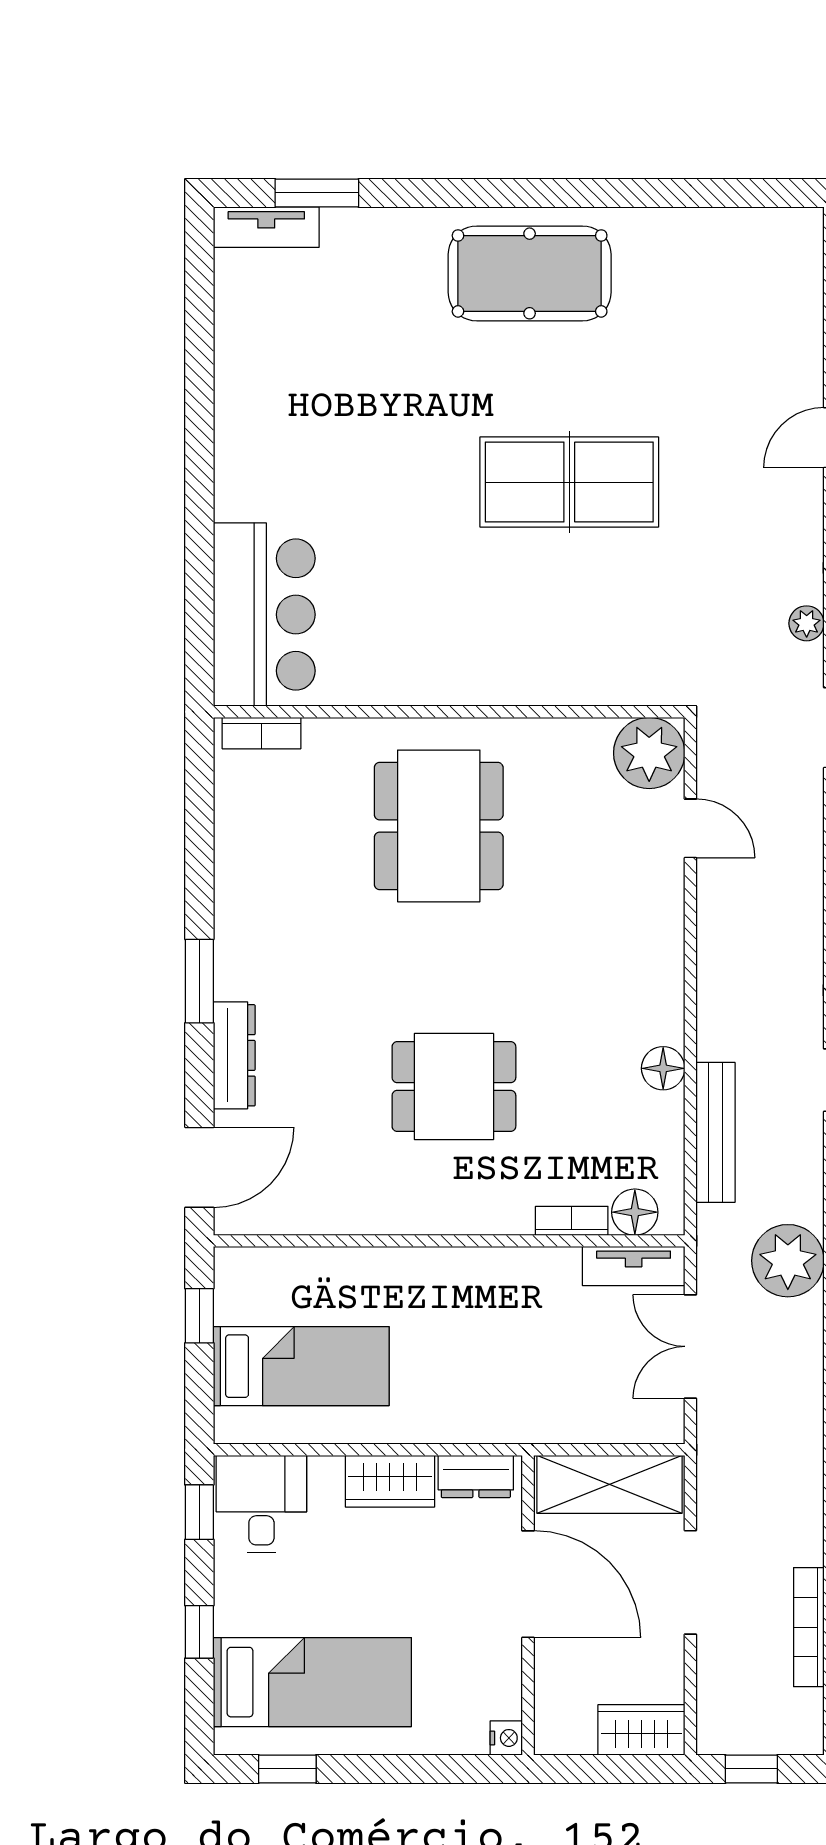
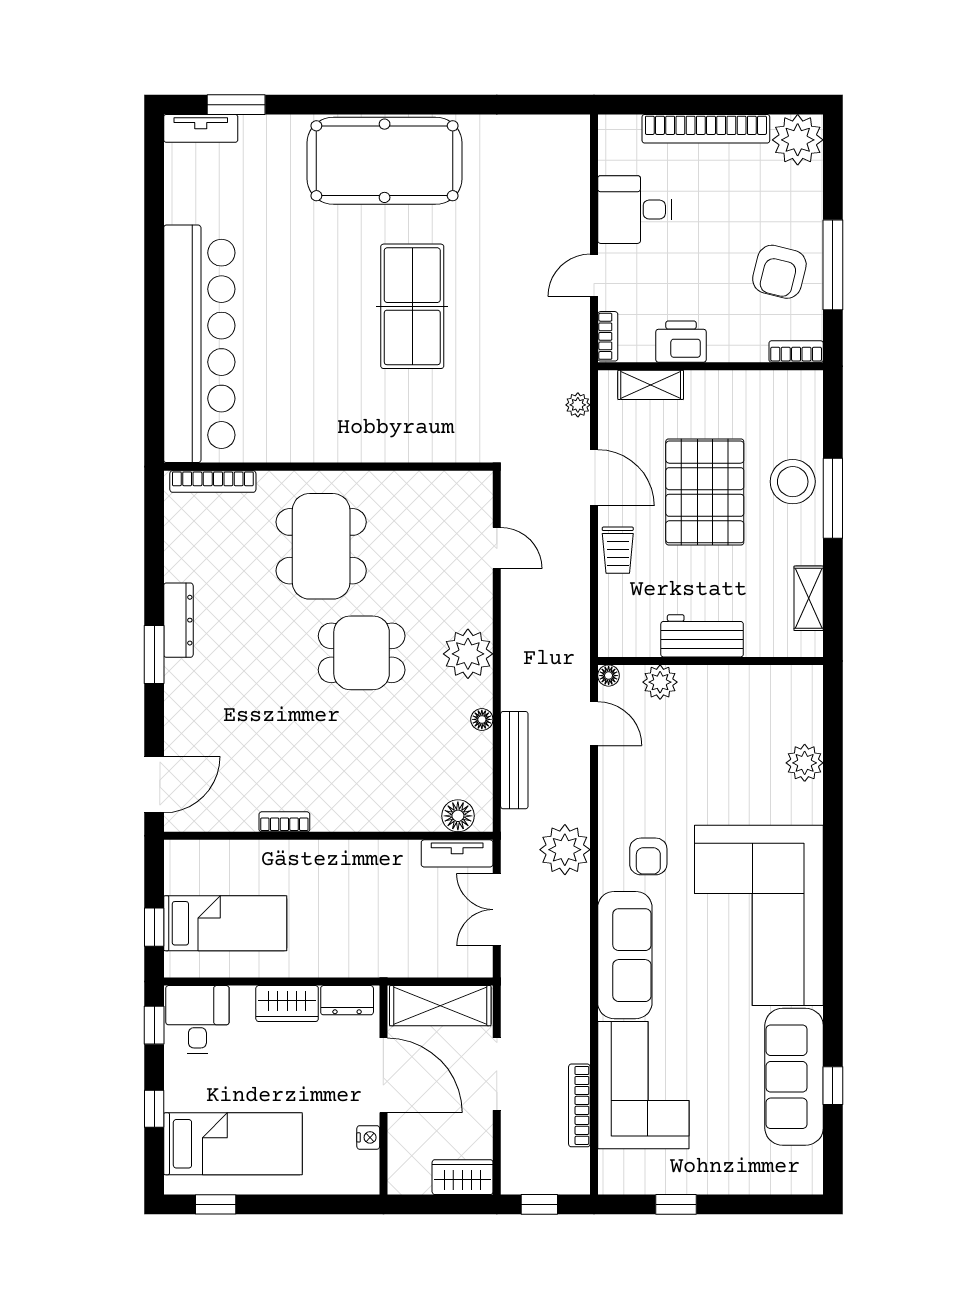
pool table: (530, 273) -> (385, 161), width x1.36, depth x1.32
table tennis table: (569, 482) -> (412, 306), turned 90
bar counter: (264, 615) -> (199, 344), width x1.86
bookcase: (261, 733) -> (213, 481), width x1.56
plant: (649, 753) -> (468, 654), moved
dresser: (234, 1055) -> (178, 620), moved
floor lamp: (663, 1068) -> (482, 719), width x0.73, depth x0.73
dining table: (454, 1087) -> (362, 653), moved
bookcase: (572, 1221) -> (284, 822), moved
window: (199, 1316) -> (154, 927), moved
nightstand: (506, 1738) -> (368, 1137), moved

